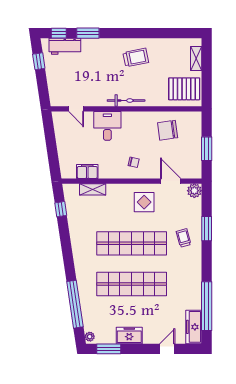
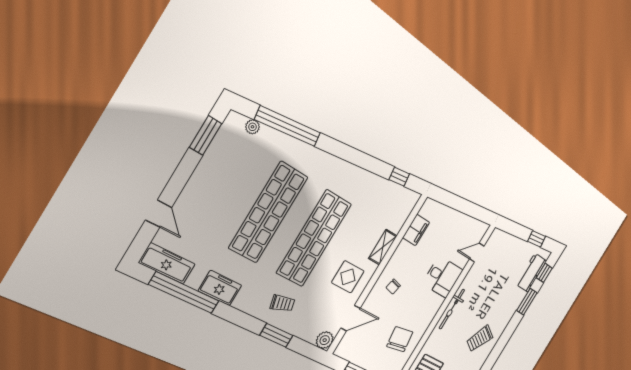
trolley: (136, 58) -> (480, 339), turned 41
shelving: (93, 189) -> (383, 247), moved
freezer: (129, 335) -> (220, 288), moved, turned -90
plant: (90, 337) -> (252, 127), moved

